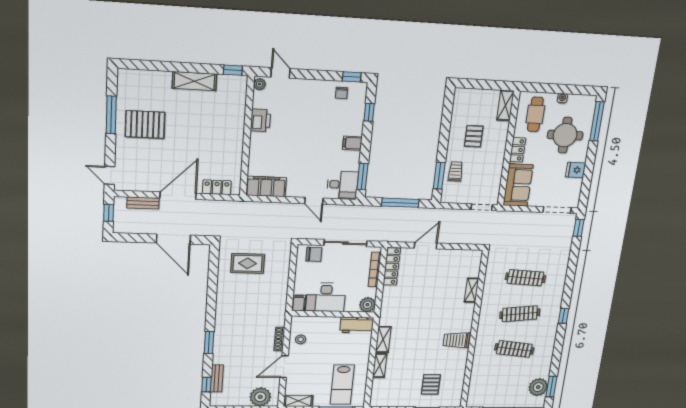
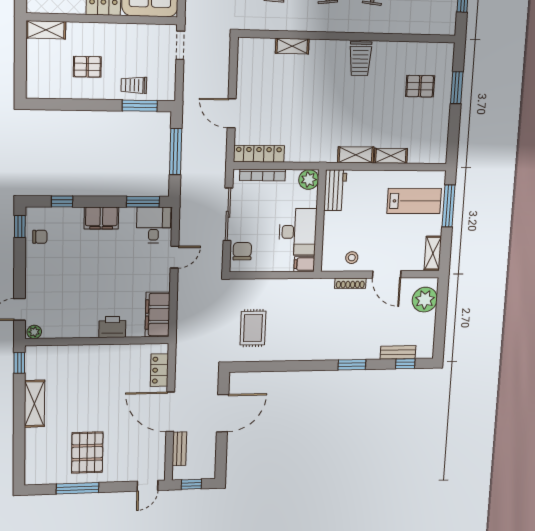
printer: (260, 120) -> (112, 327), moved
filing cabinet: (352, 143) -> (101, 218), width x2.00

